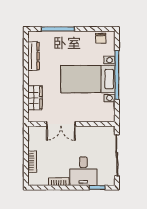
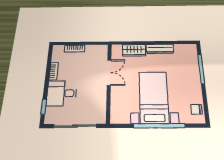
dresser: (33, 56) -> (160, 49), moved
double door: (61, 124) -> (109, 73), swing flipped

